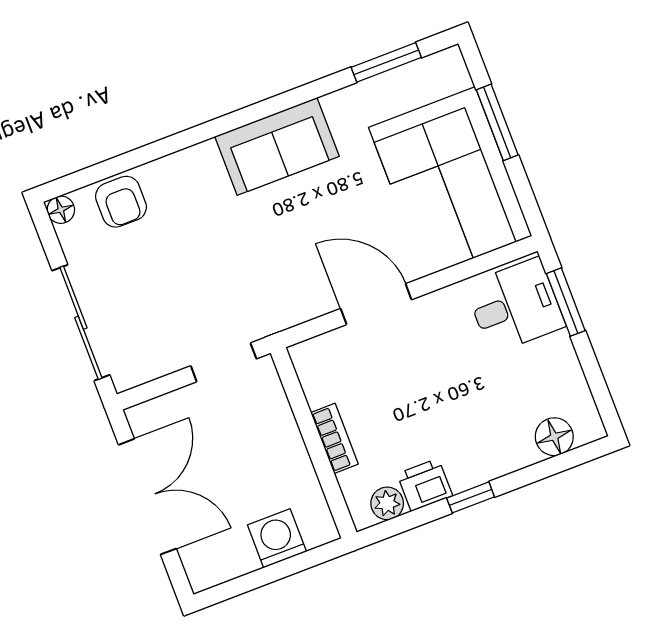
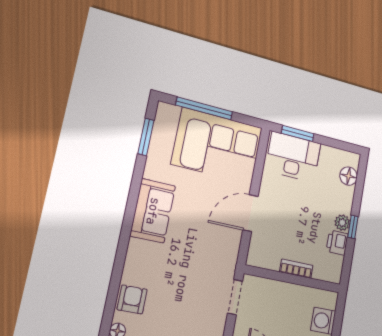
window: (497, 122) -> (204, 108), width x1.44
armchair: (121, 202) -> (132, 299), turned -90
desk: (515, 306) -> (293, 157), width x1.37
plant: (387, 503) -> (342, 223), moved

